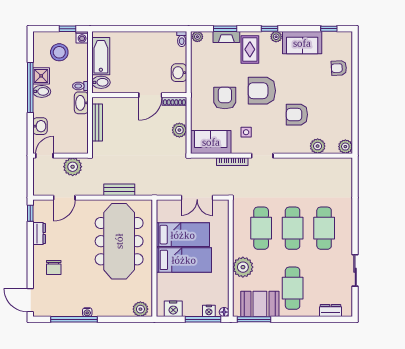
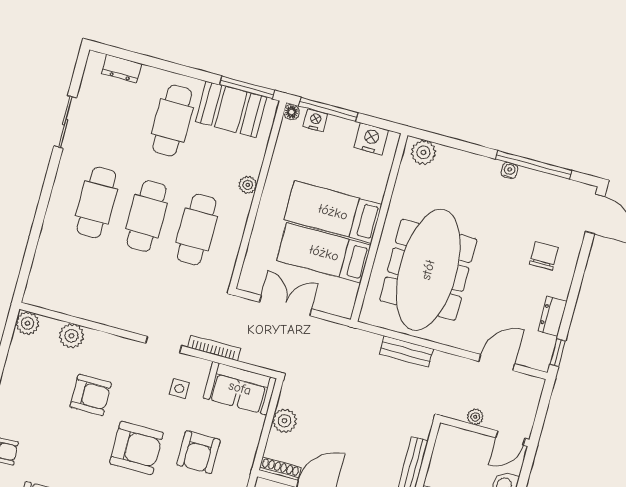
plant: (73, 167) -> (475, 417), width x0.53, depth x0.53
plant: (243, 267) -> (248, 185), width x0.53, depth x0.53

